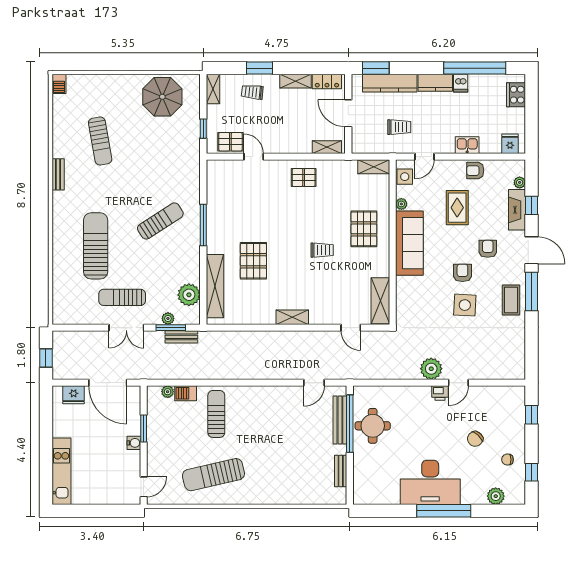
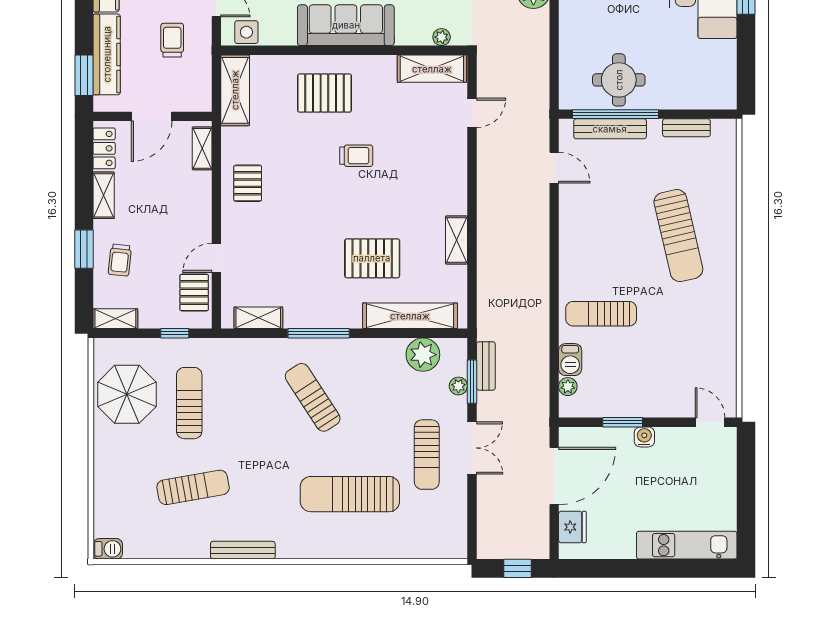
sun lounger: (157, 138) -> (189, 403), added
shelving: (374, 167) -> (235, 90), width x1.50, depth x1.33
bench: (58, 174) -> (243, 550), width x1.36
shelving: (214, 185) -> (258, 318), added
plant: (401, 204) -> (442, 37), moved
trolley: (322, 250) -> (356, 156), turned 90
shelving: (292, 317) -> (457, 240), moved
sun lounger: (213, 475) -> (678, 236), moved

